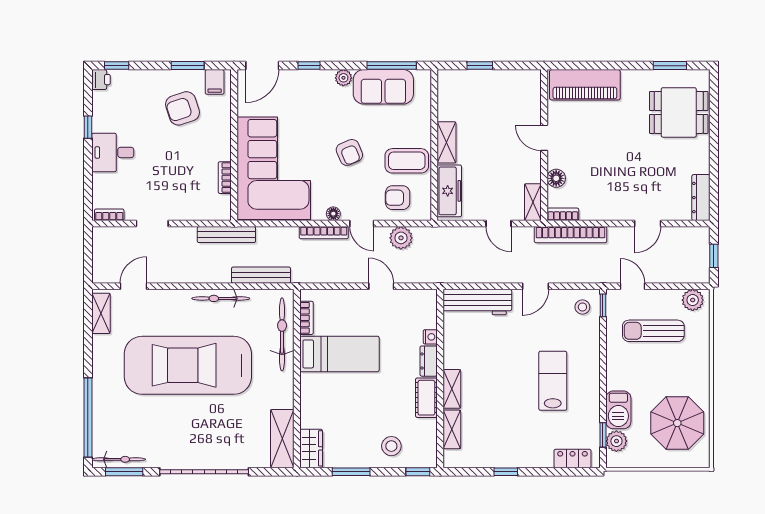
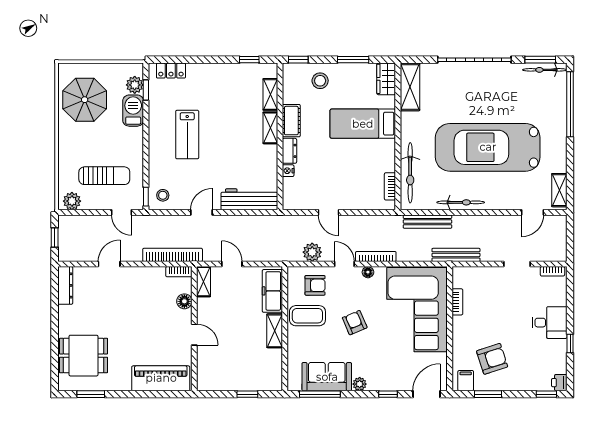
bed: (339, 354) -> (363, 124), moved
car: (188, 365) -> (488, 147), turned 180
window: (506, 472) -> (249, 60), moved

